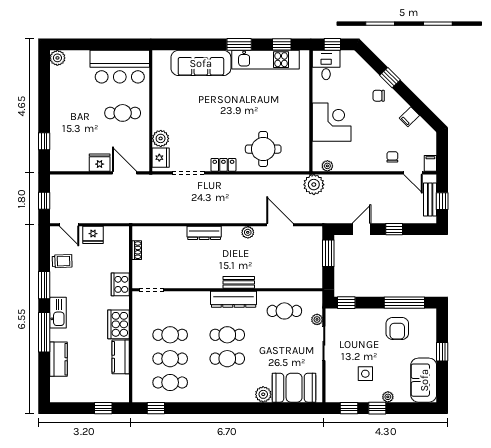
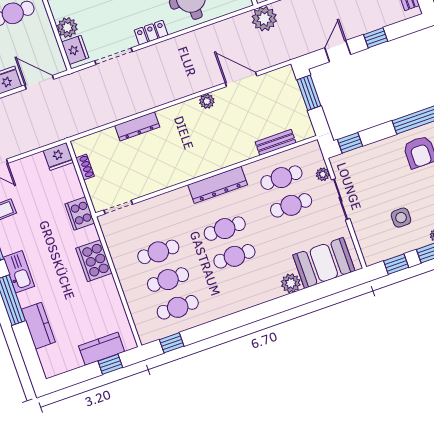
dresser: (204, 233) -> (137, 126), moved
fridge: (93, 235) -> (58, 157), moved
bench: (239, 282) -> (276, 142), moved
cafe table: (284, 335) -> (291, 205), added
kitchen counter: (121, 357) -> (102, 349), moved, turned 90

